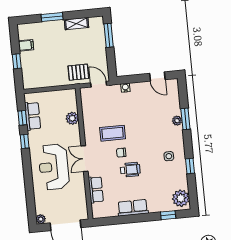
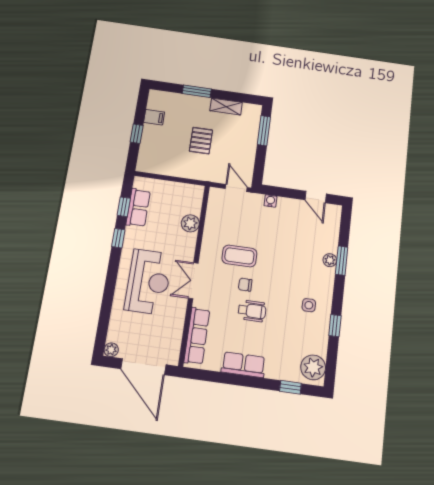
pallet: (78, 72) -> (201, 141), moved, turned 90
reception desk: (54, 167) -> (148, 282), turned 180
row of seats: (96, 190) -> (197, 336), width x1.48

